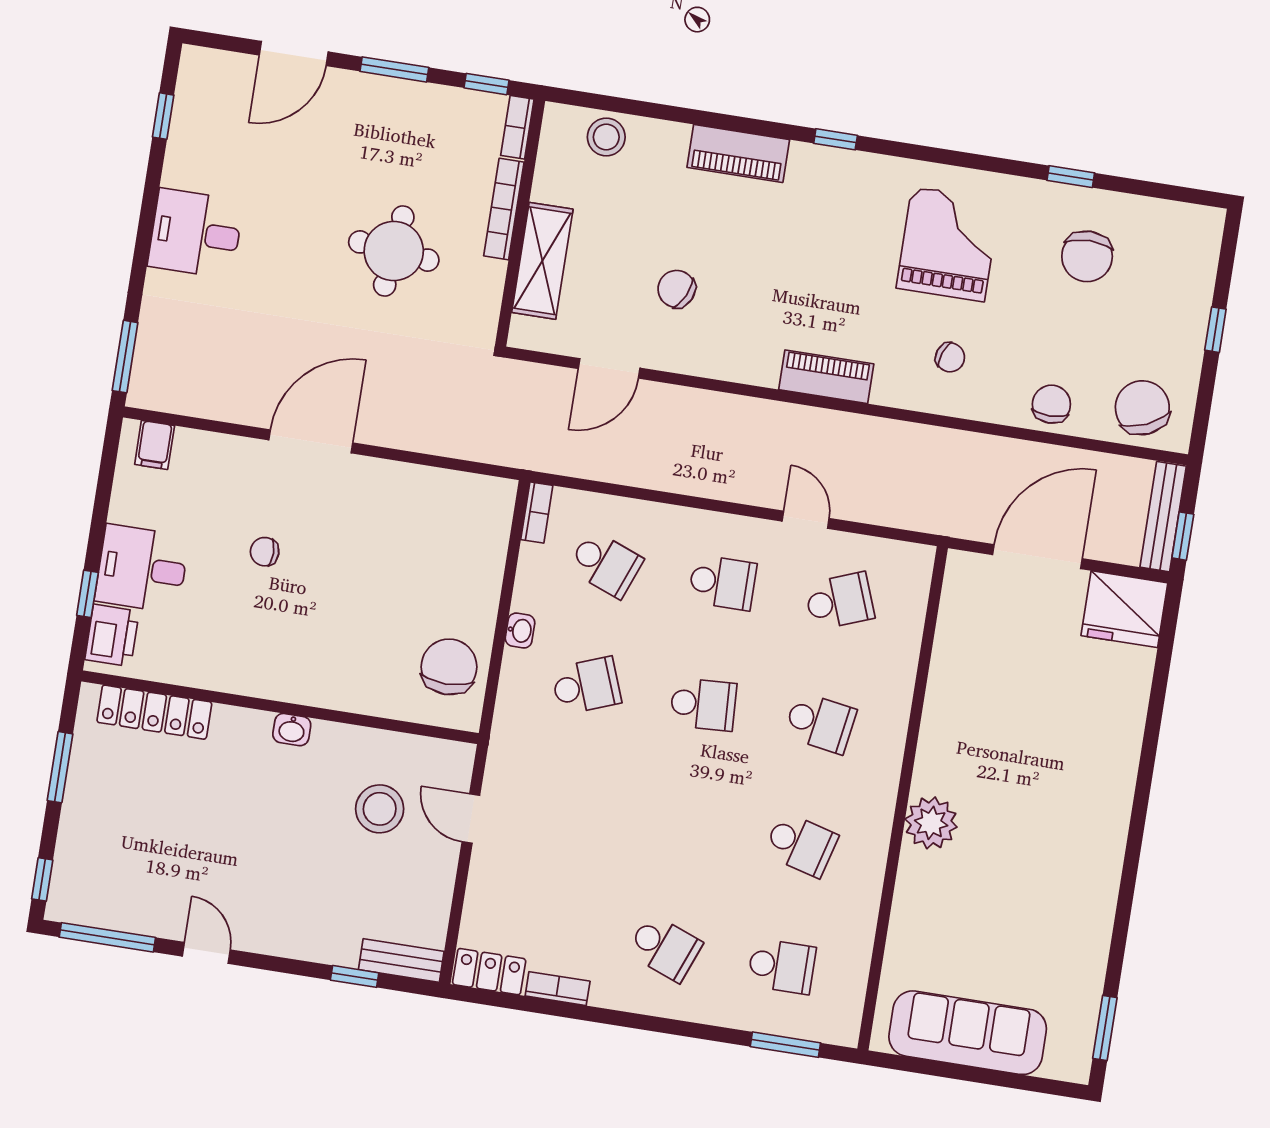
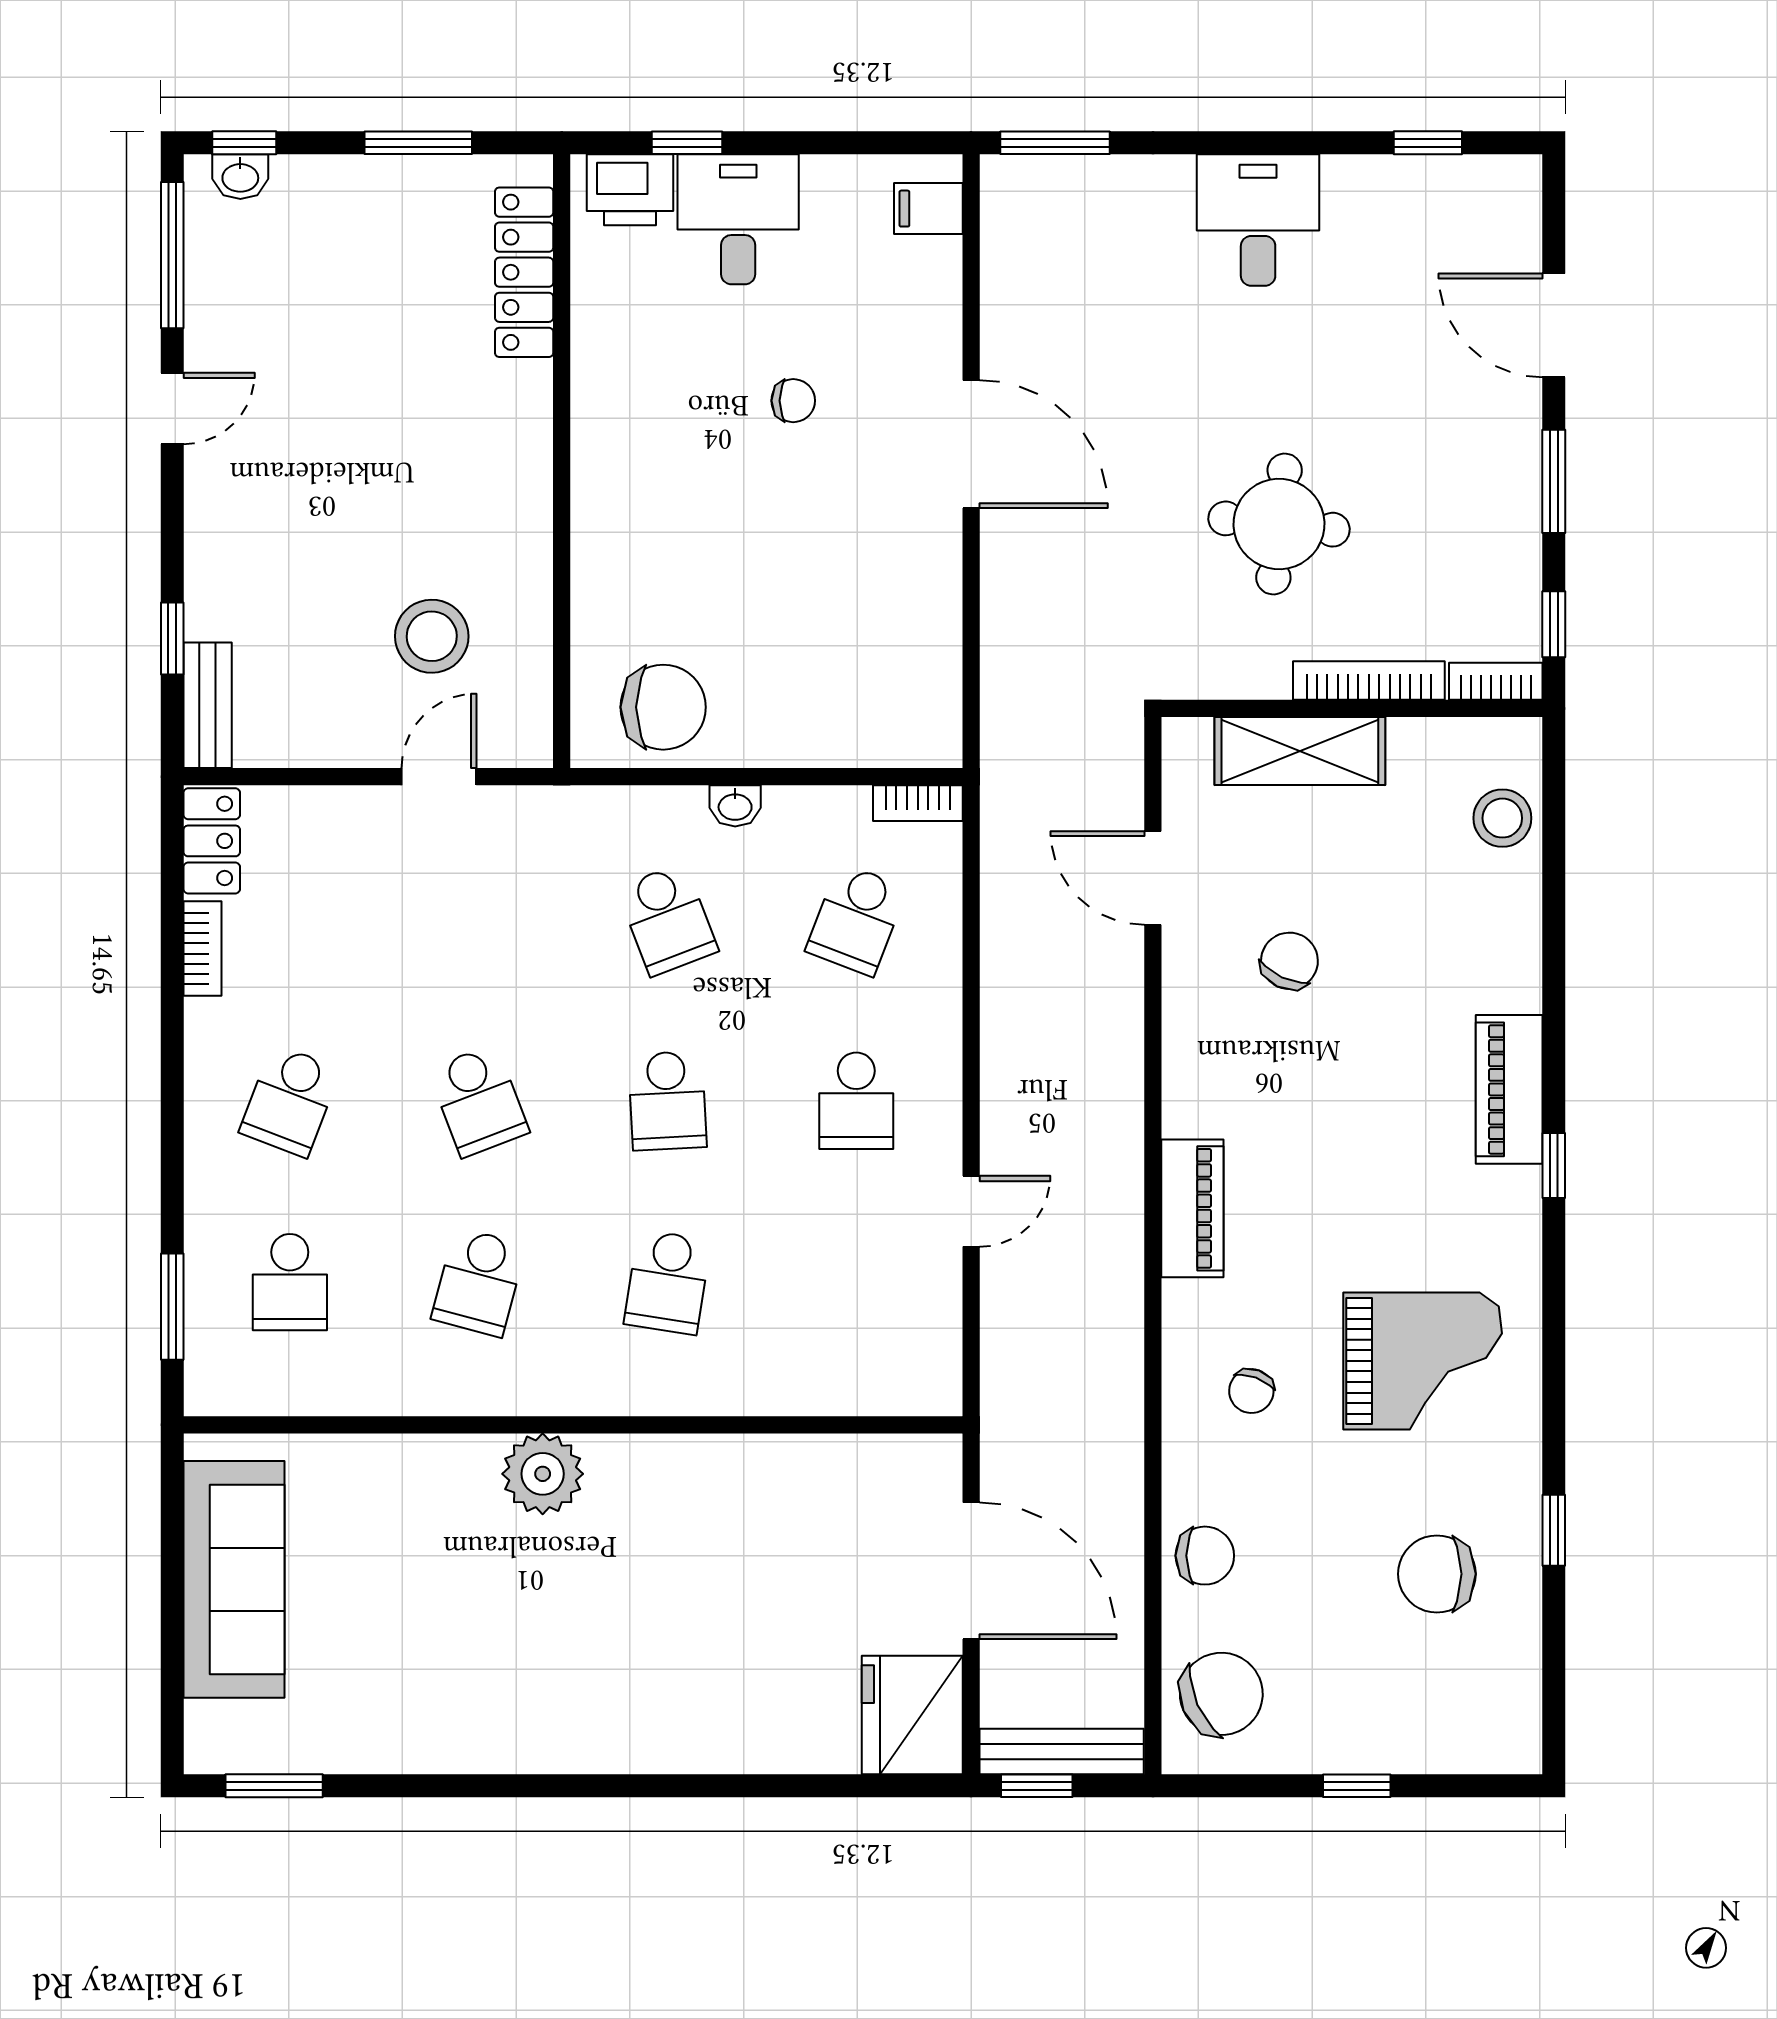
piano: (738, 153) -> (1509, 1089), moved
chair: (265, 552) -> (793, 401), turned 90
school desk: (839, 601) -> (479, 1101), moved
washbasin: (292, 730) -> (240, 177), moved, turned -90

